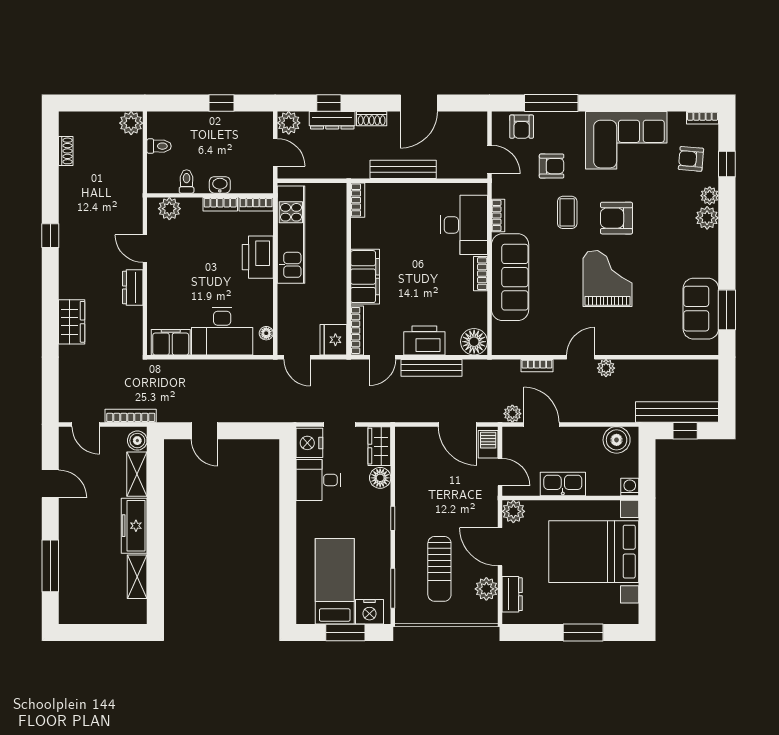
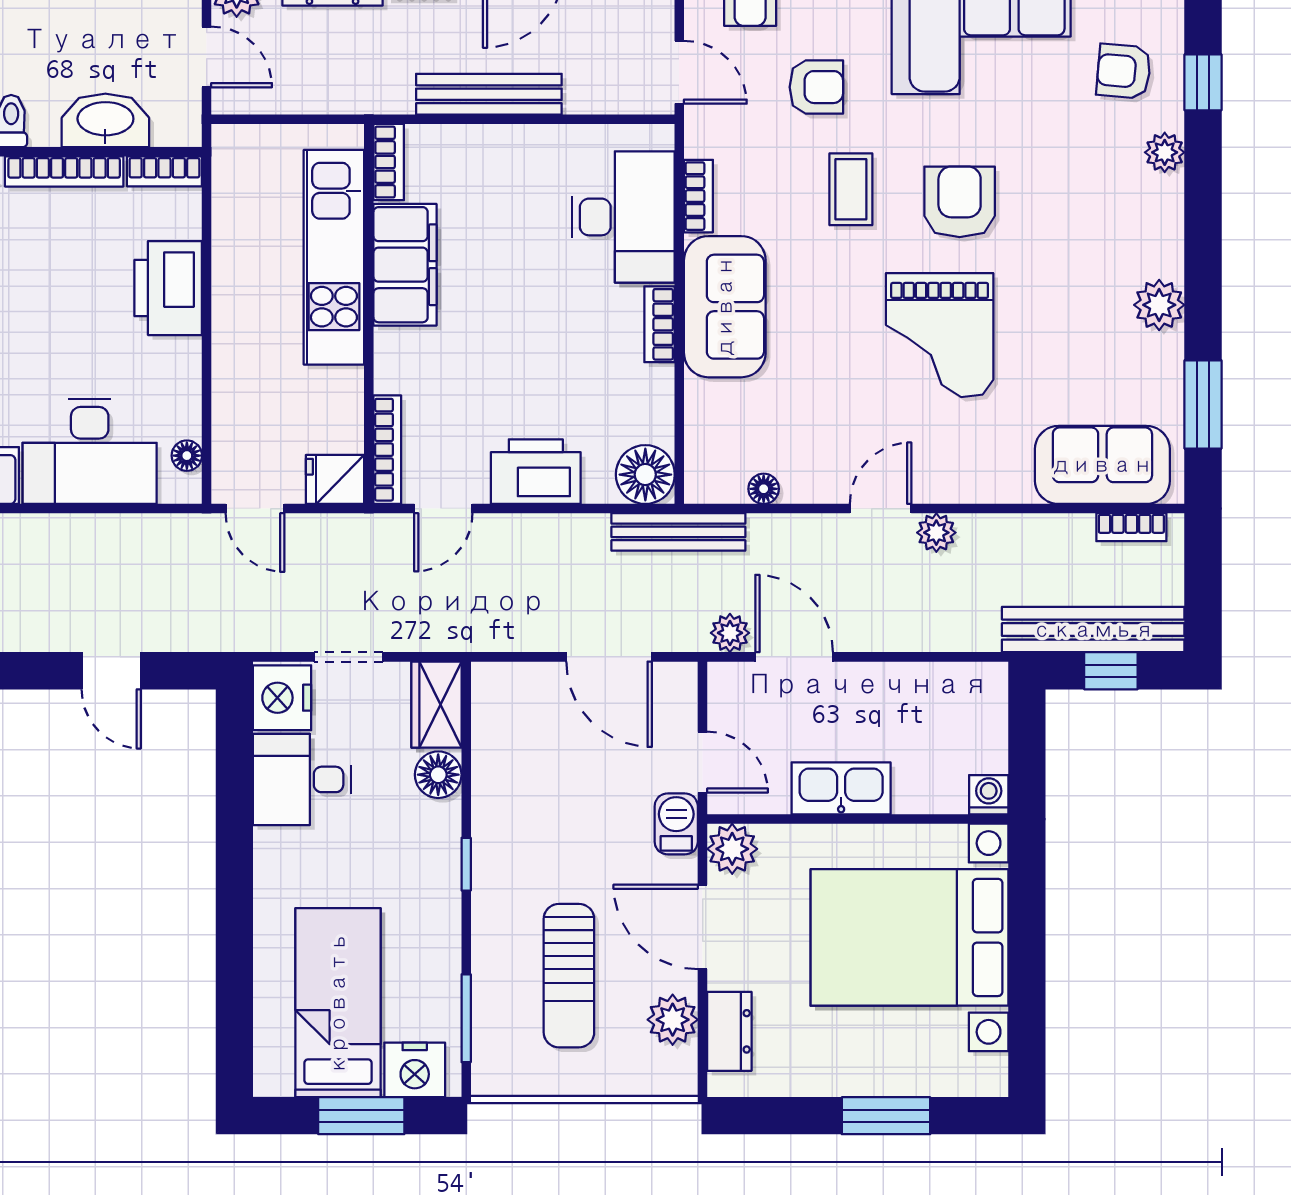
washbasin: (220, 185) -> (105, 120), width x1.91, depth x1.45
bookcase: (220, 204) -> (64, 171), width x1.56
armchair: (617, 218) -> (960, 202), turned 90
plant: (707, 218) -> (1159, 305), moved
kitchen unit: (291, 235) -> (334, 257), moved, turned 180
filing cabinet: (365, 277) -> (405, 265), moved
sofa: (510, 277) -> (725, 307), width x0.73
grand piano: (607, 278) -> (940, 335), turned 180
sofa: (701, 309) -> (1102, 465), moved, turned 90
fridge: (333, 340) -> (335, 479), width x0.72
floor lamp: (528, 348) -> (764, 489), added
bookcase: (537, 366) -> (1131, 527), moved
bench: (432, 368) -> (678, 532), moved
door: (205, 431) -> (111, 671), moved
boiler: (617, 440) -> (960, 691), removed
barbecue: (488, 444) -> (676, 824), moved

